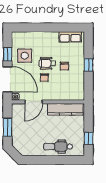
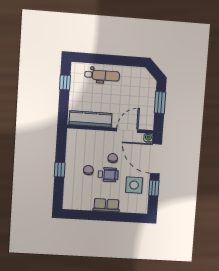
row of seats: (70, 37) -> (106, 205), moved

